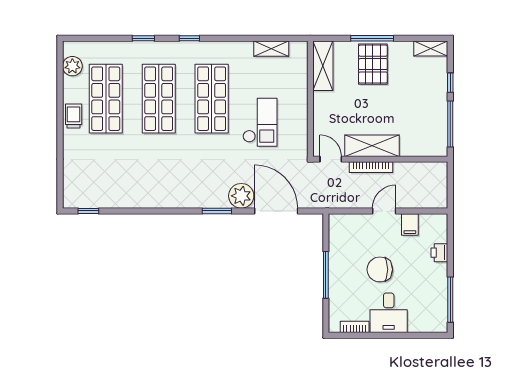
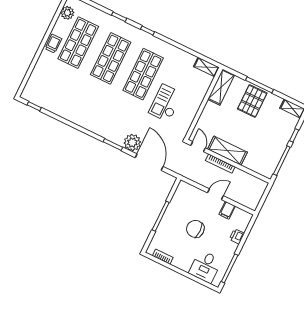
shelving: (271, 49) -> (206, 67), moved
checkout: (260, 122) -> (166, 103), turned 180
desk: (389, 313) -> (205, 267), moved

